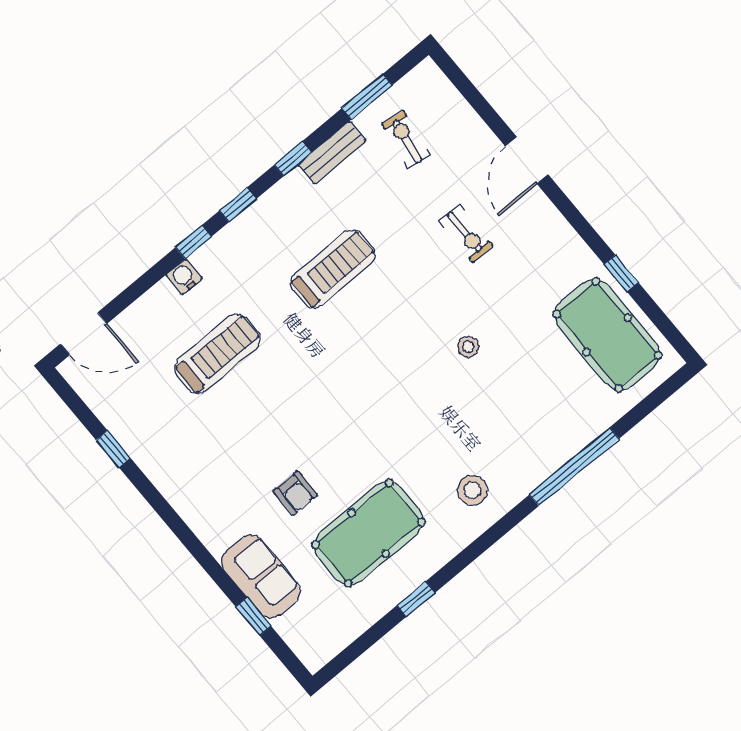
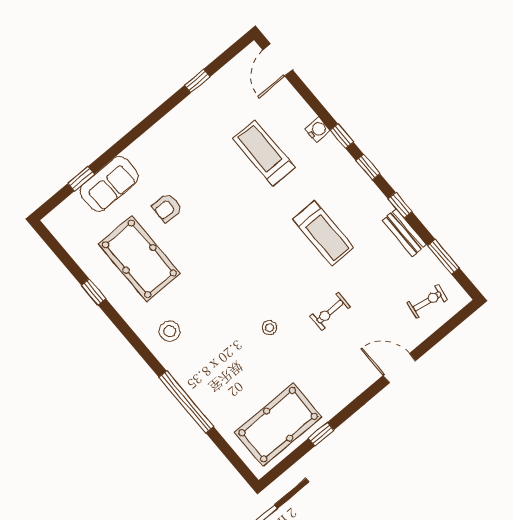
exercise bike: (406, 139) -> (427, 301), moved
exercise bike: (466, 234) -> (330, 311), moved
treadmill: (217, 354) -> (264, 153), turned 180

